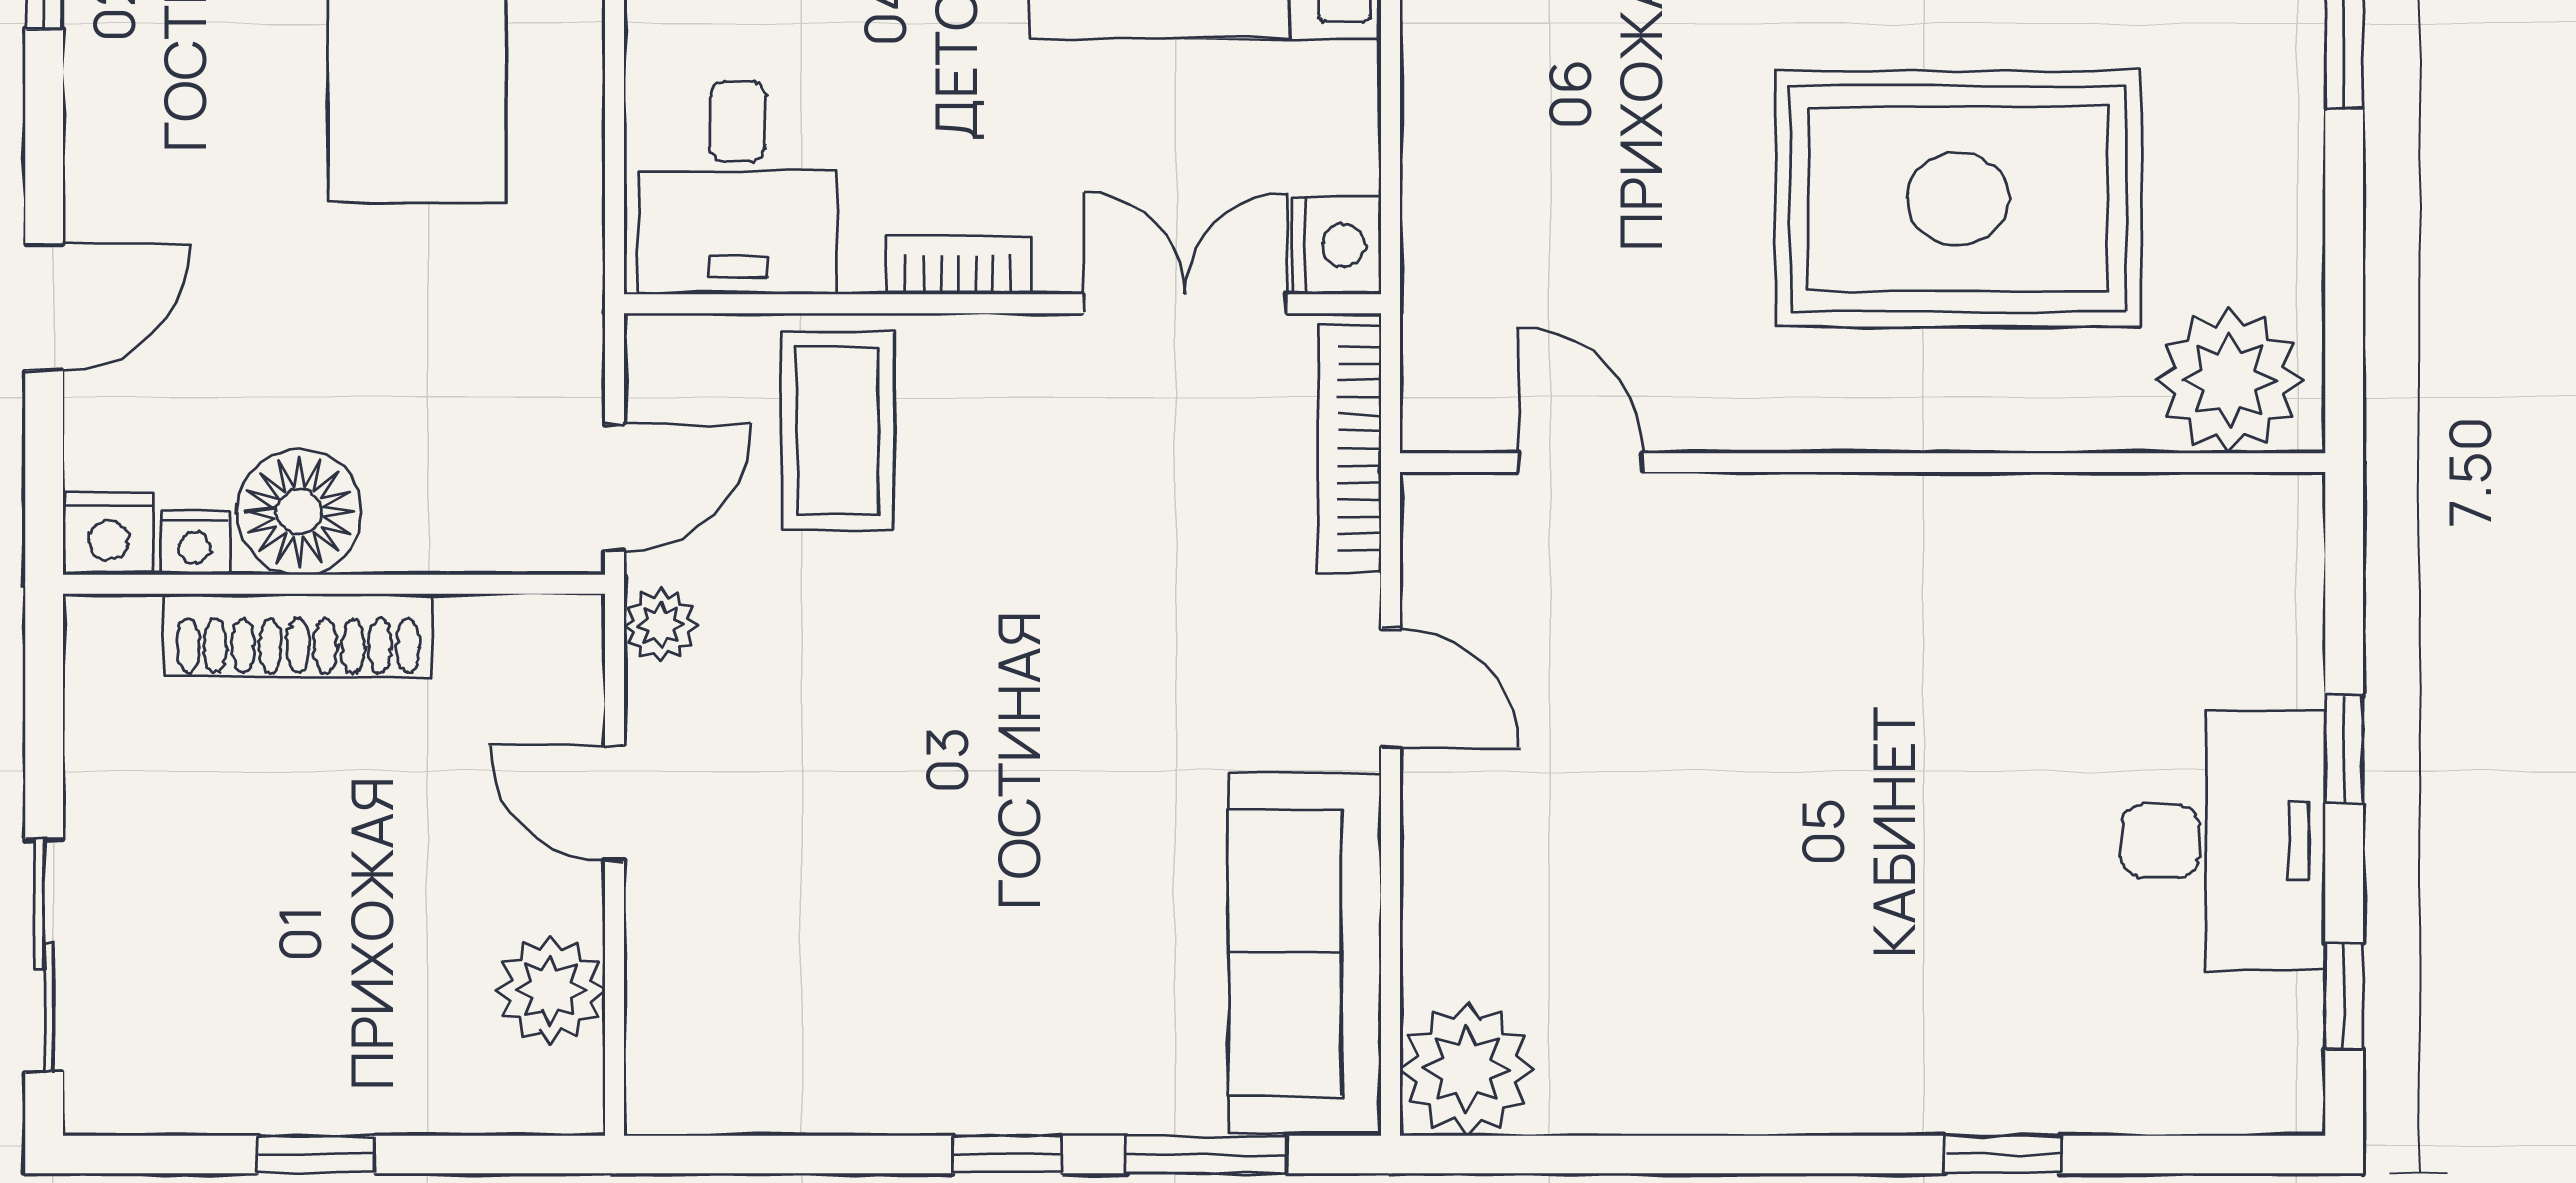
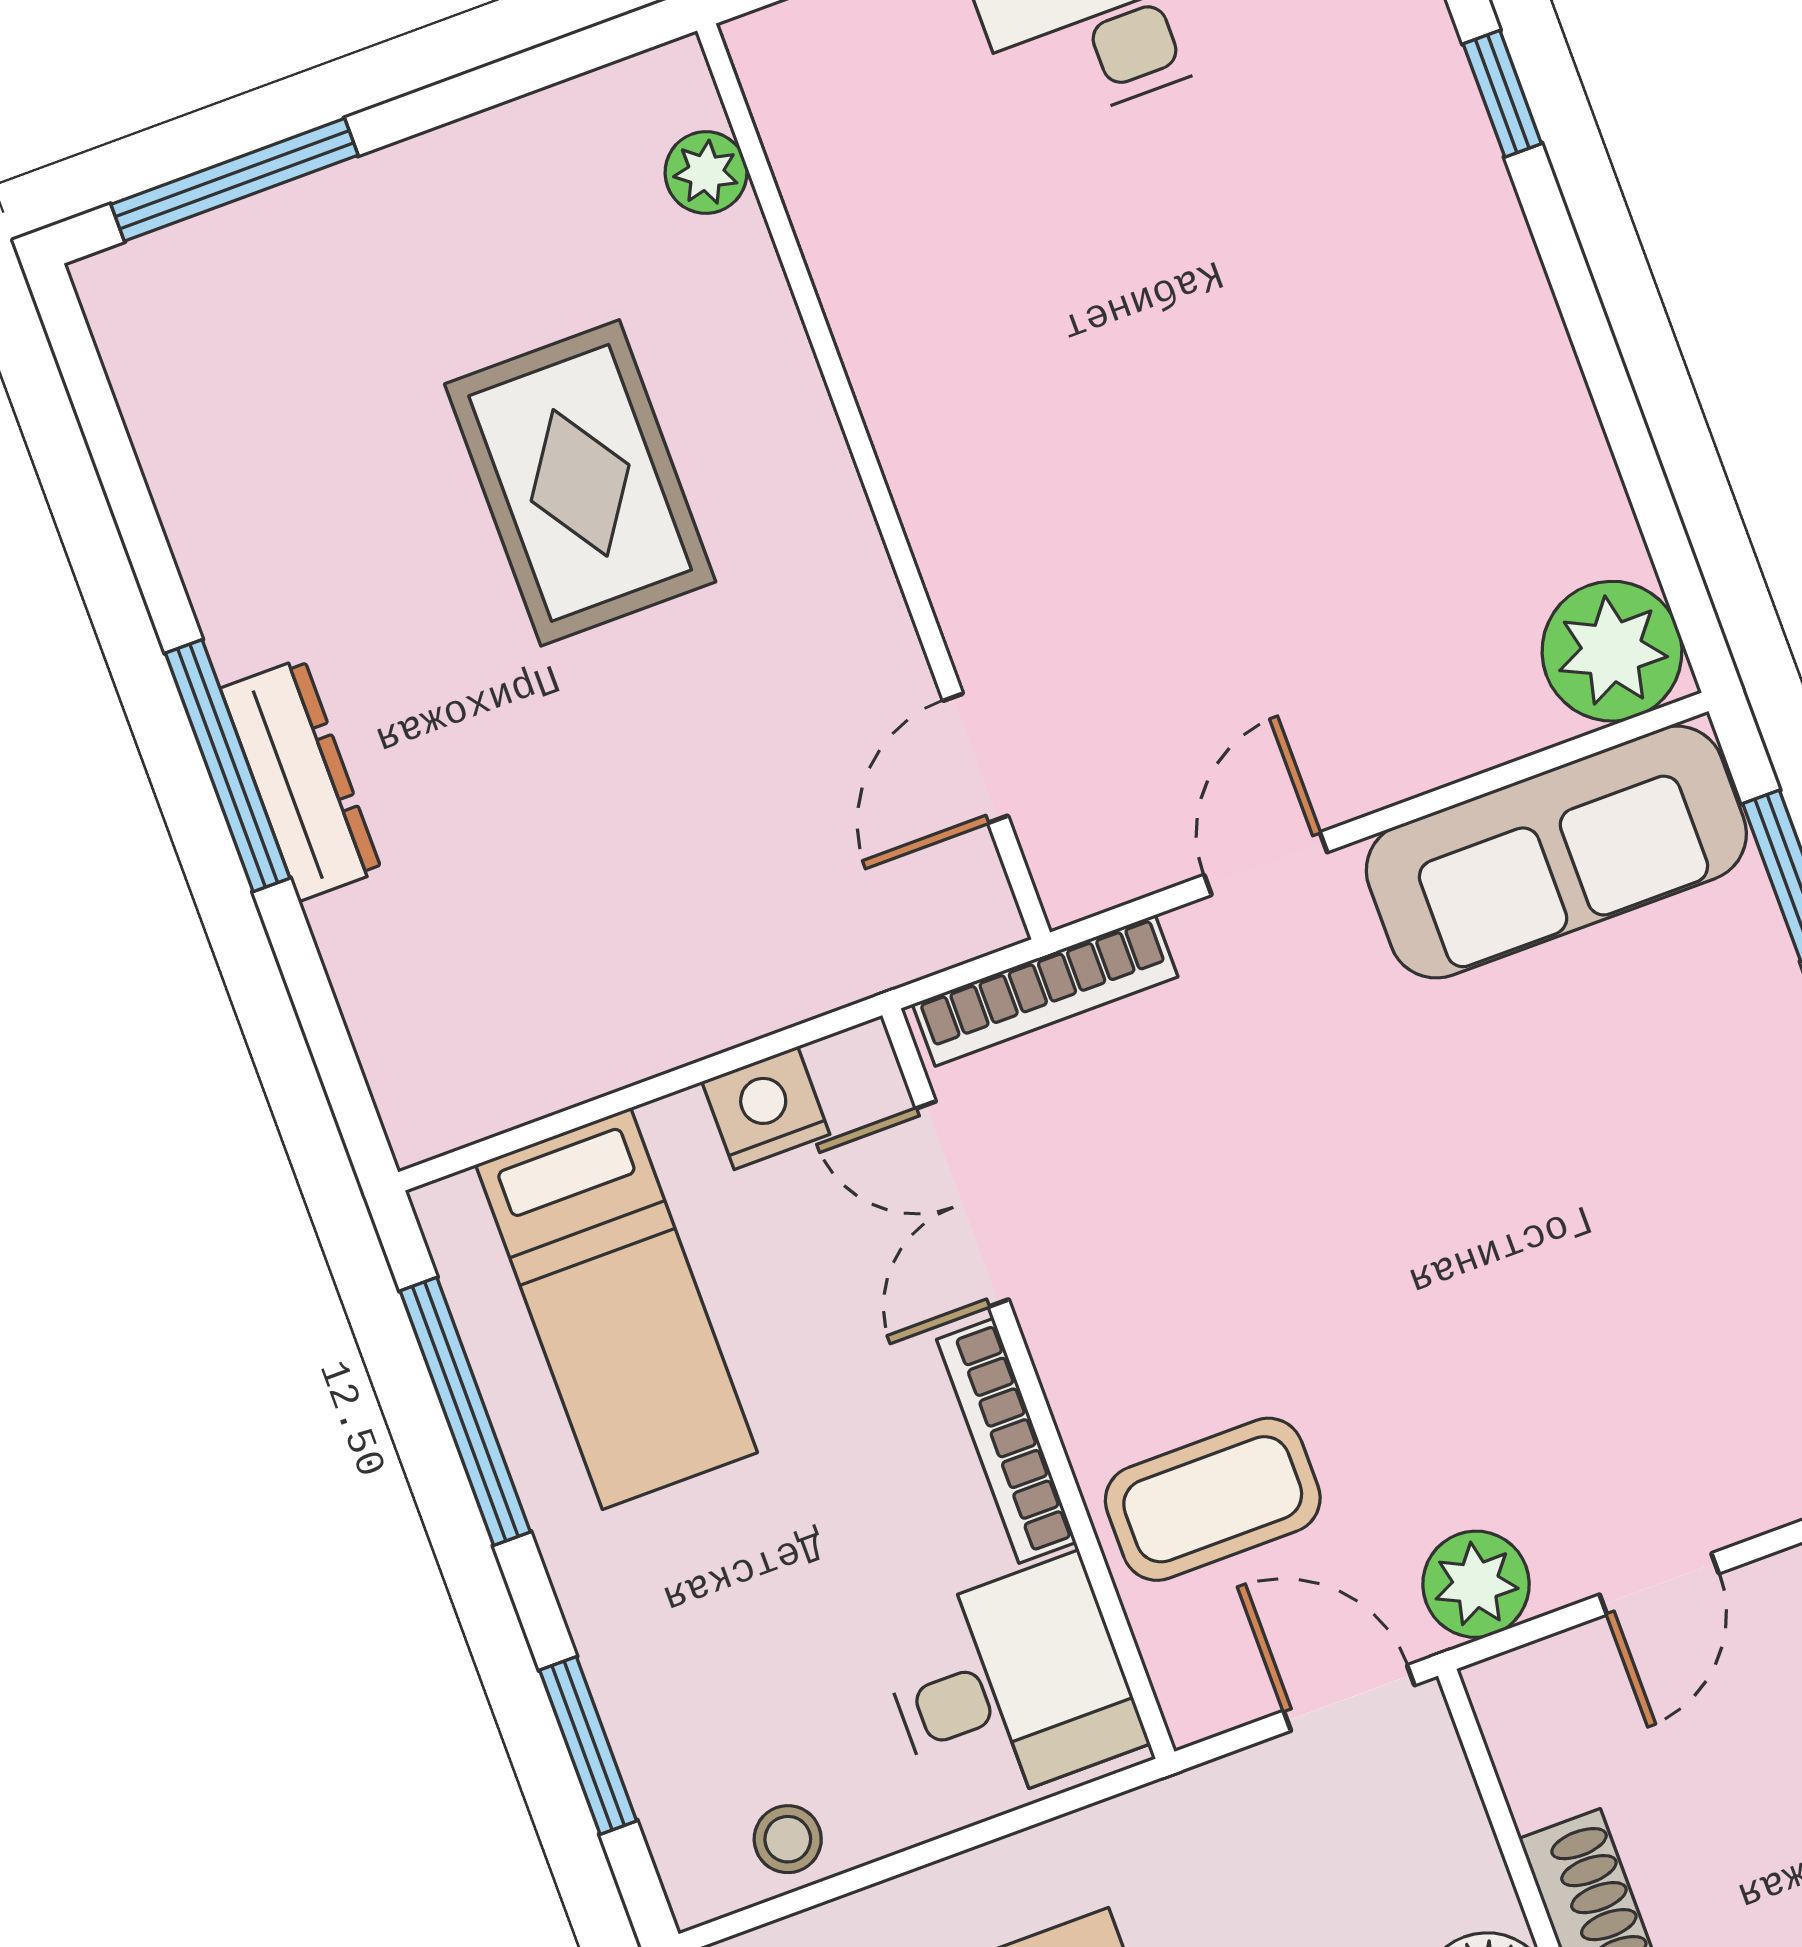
rug: (1958, 199) -> (580, 483), width x0.73, depth x0.69
nightstand: (1336, 246) -> (766, 1108), moved
bookcase: (958, 265) -> (1006, 1441), width x1.56
plant: (2229, 380) -> (706, 173), width x0.53, depth x0.53
plant: (661, 625) -> (1476, 1584), width x1.38, depth x1.38

